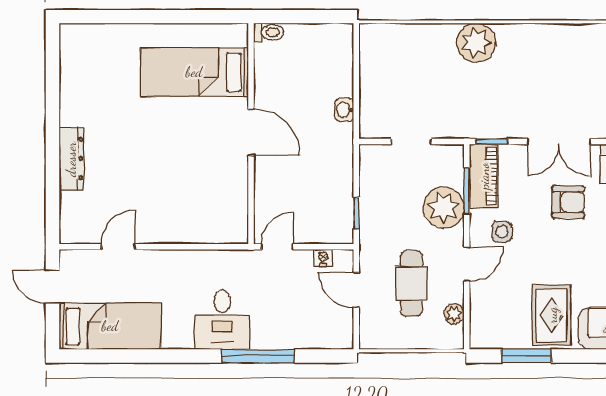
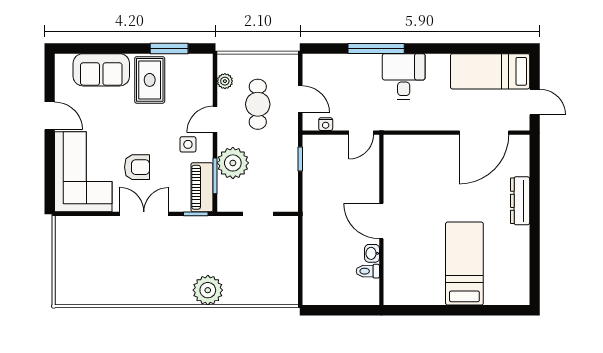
toilet: (269, 32) -> (368, 271), moved
bed: (194, 72) -> (464, 264), moved, turned -90
washbasin: (344, 110) -> (372, 253), moved, turned 180
armchair: (568, 202) -> (137, 167), turned 180
door: (118, 247) -> (484, 133), width x1.88

